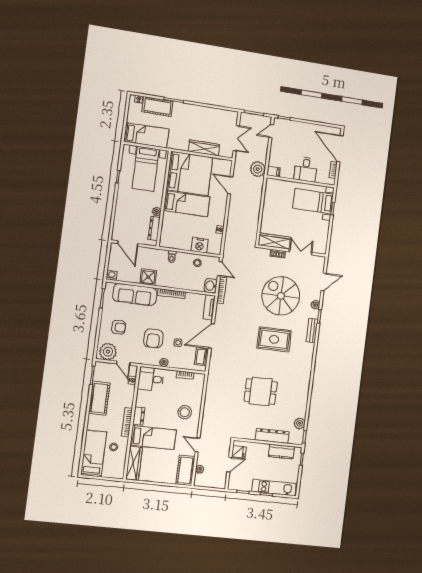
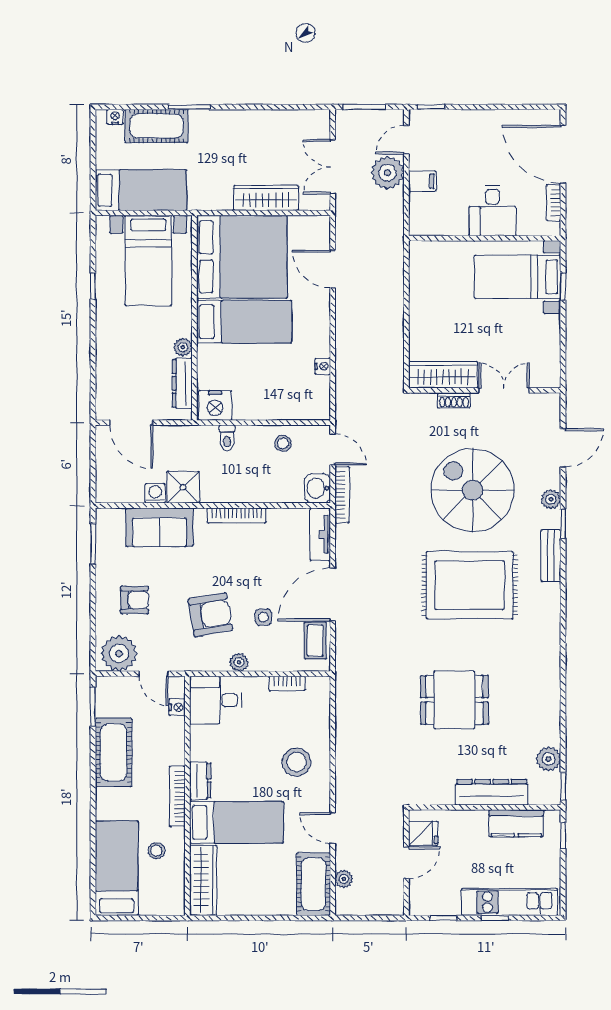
double door: (236, 138) -> (333, 167), swing flipped
plant: (258, 169) -> (387, 173), moved
filing cabinet: (273, 171) -> (422, 181), moved
nightstand: (200, 245) -> (215, 405), moved
washing machine: (112, 275) -> (155, 493), moved
sofa: (135, 294) -> (160, 527), width x0.73
armchair: (153, 339) -> (210, 615), turned -100
rug: (274, 339) -> (470, 585), width x1.37, depth x1.44

